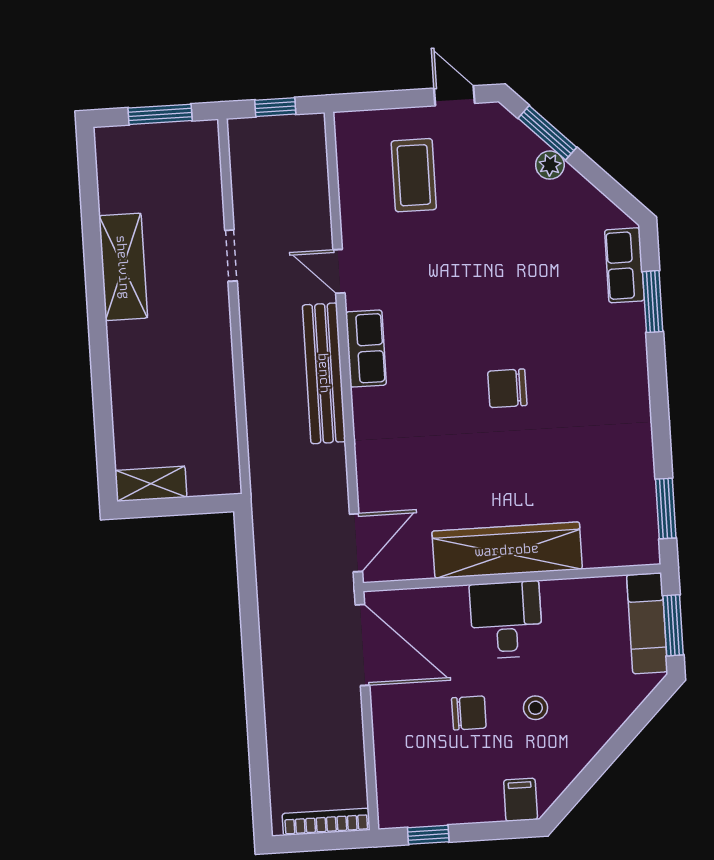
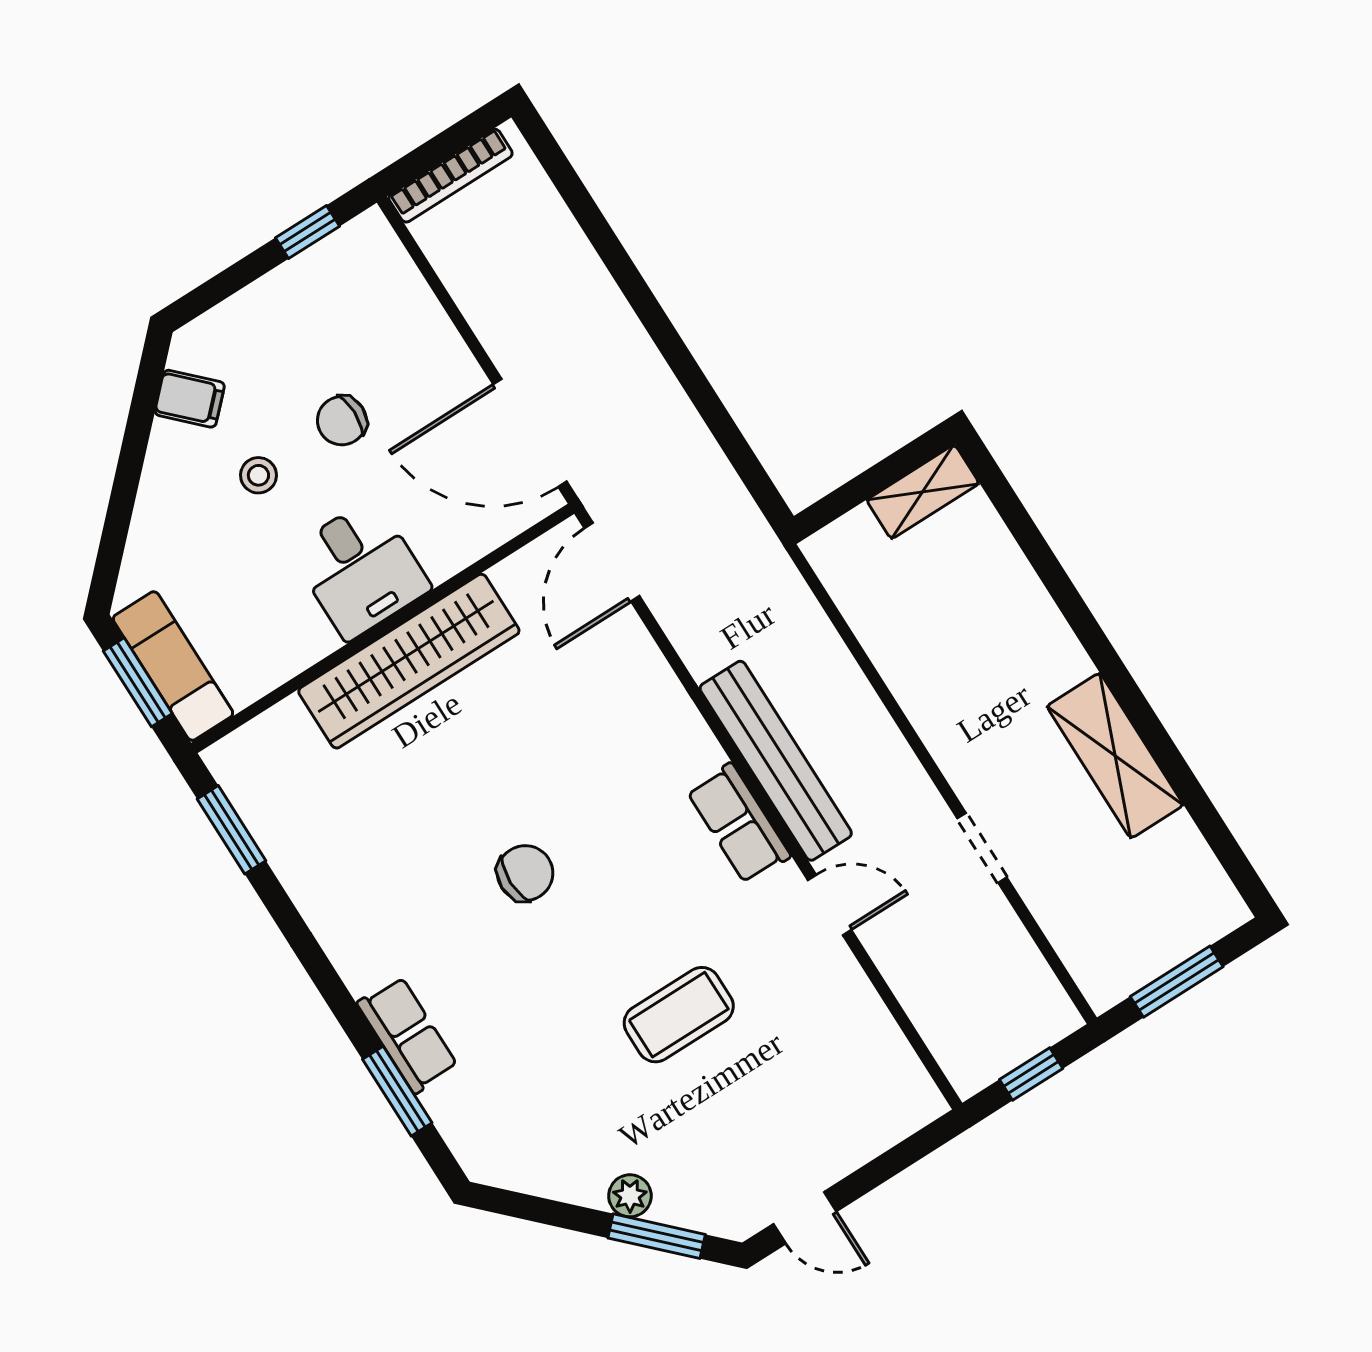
coffee table: (414, 175) -> (679, 1015), moved, turned 90
row of seats: (624, 265) -> (407, 1035), moved
filing cabinet: (521, 800) -> (190, 399), moved, turned -45

